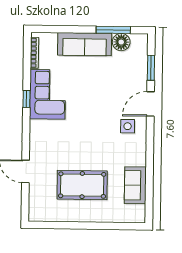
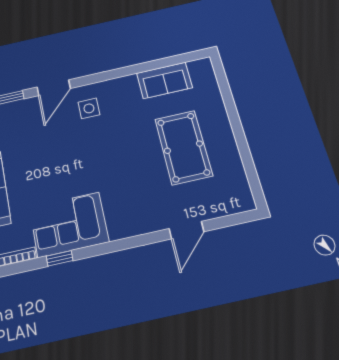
window: (27, 99) -> (60, 258), moved
door: (150, 104) -> (54, 88), hinge flipped

